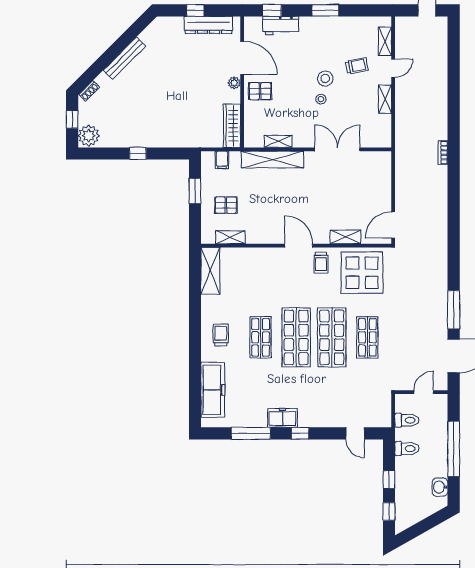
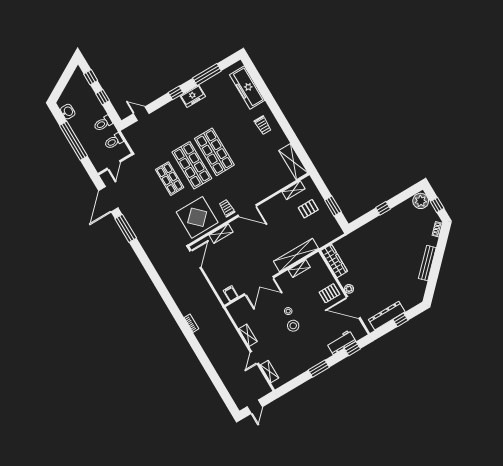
trolley: (357, 66) -> (278, 346), removed
filing cabinet: (222, 160) -> (231, 293), moved
shop shelf: (261, 337) -> (237, 138), removed

